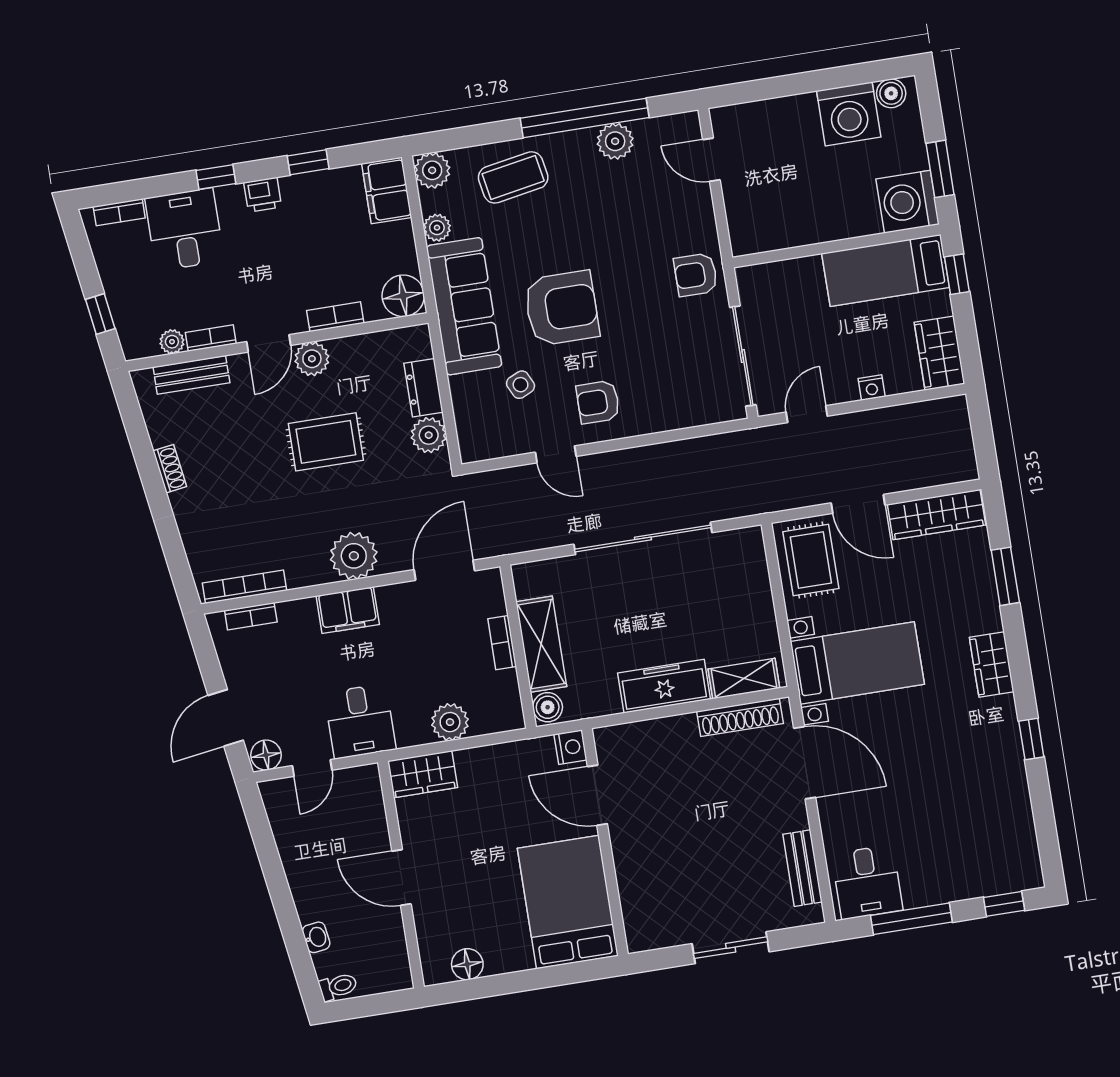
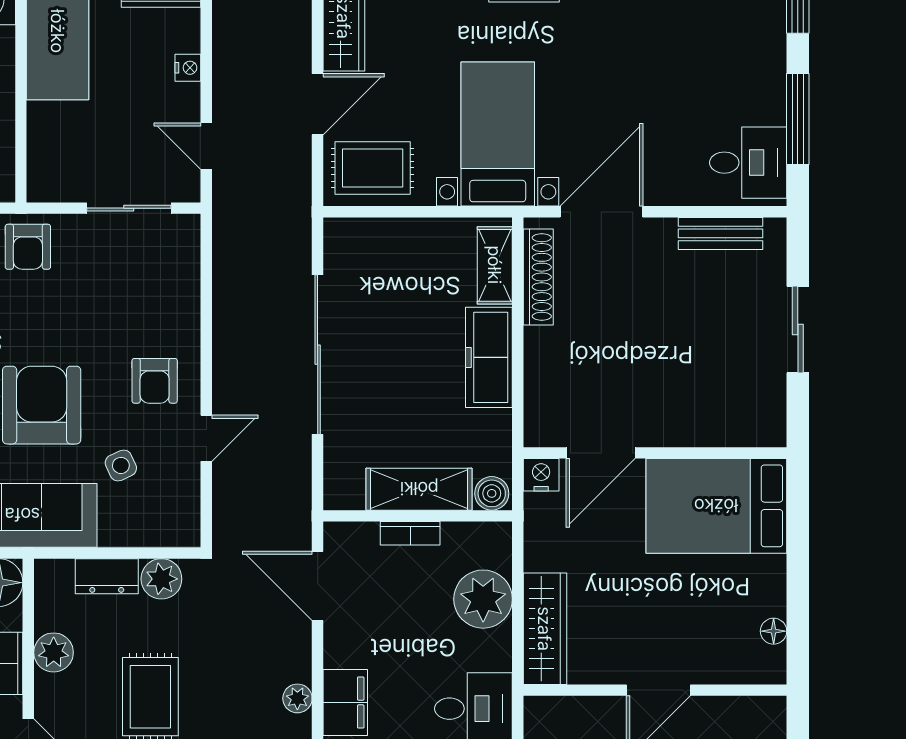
sliding door: (743, 356) -> (129, 208), width x0.73
plant: (312, 359) -> (54, 652), moved
plant: (354, 556) -> (297, 698), width x0.53, depth x0.53
plant: (450, 722) -> (483, 599), width x1.36, depth x1.36
wardrobe: (423, 774) -> (545, 629), width x1.50
floor lamp: (467, 964) -> (774, 631), width x0.73, depth x0.73

